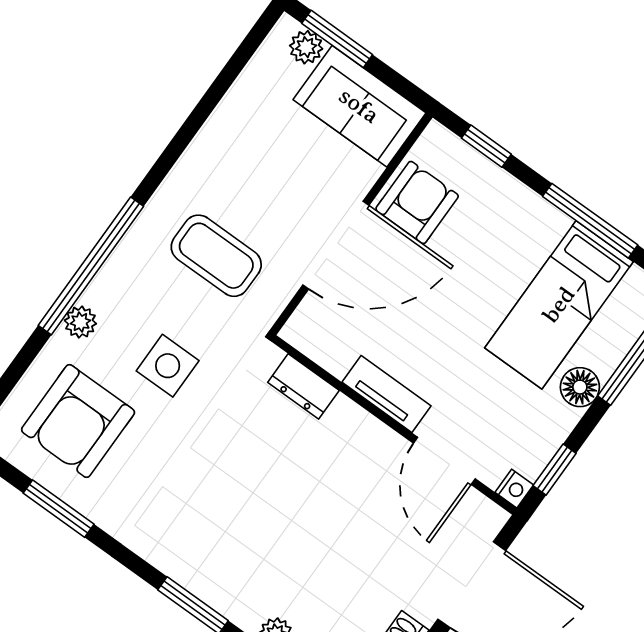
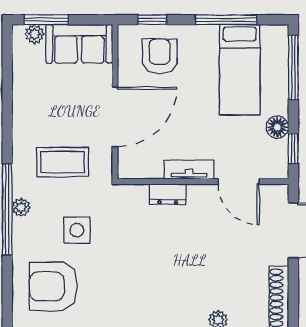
armchair: (417, 203) -> (160, 56), moved
plant: (80, 322) -> (21, 207), moved
dresser: (303, 386) -> (168, 194), moved
floor lamp: (580, 387) -> (277, 127), moved
armchair: (78, 421) -> (53, 286), turned 90
nightstand: (514, 489) -> (281, 171), removed

